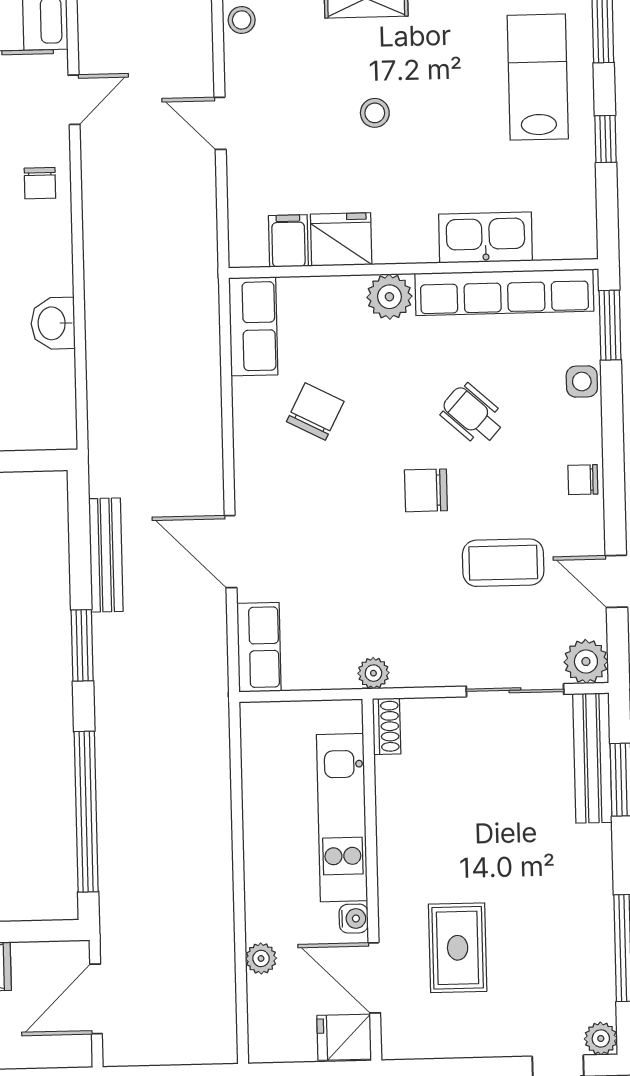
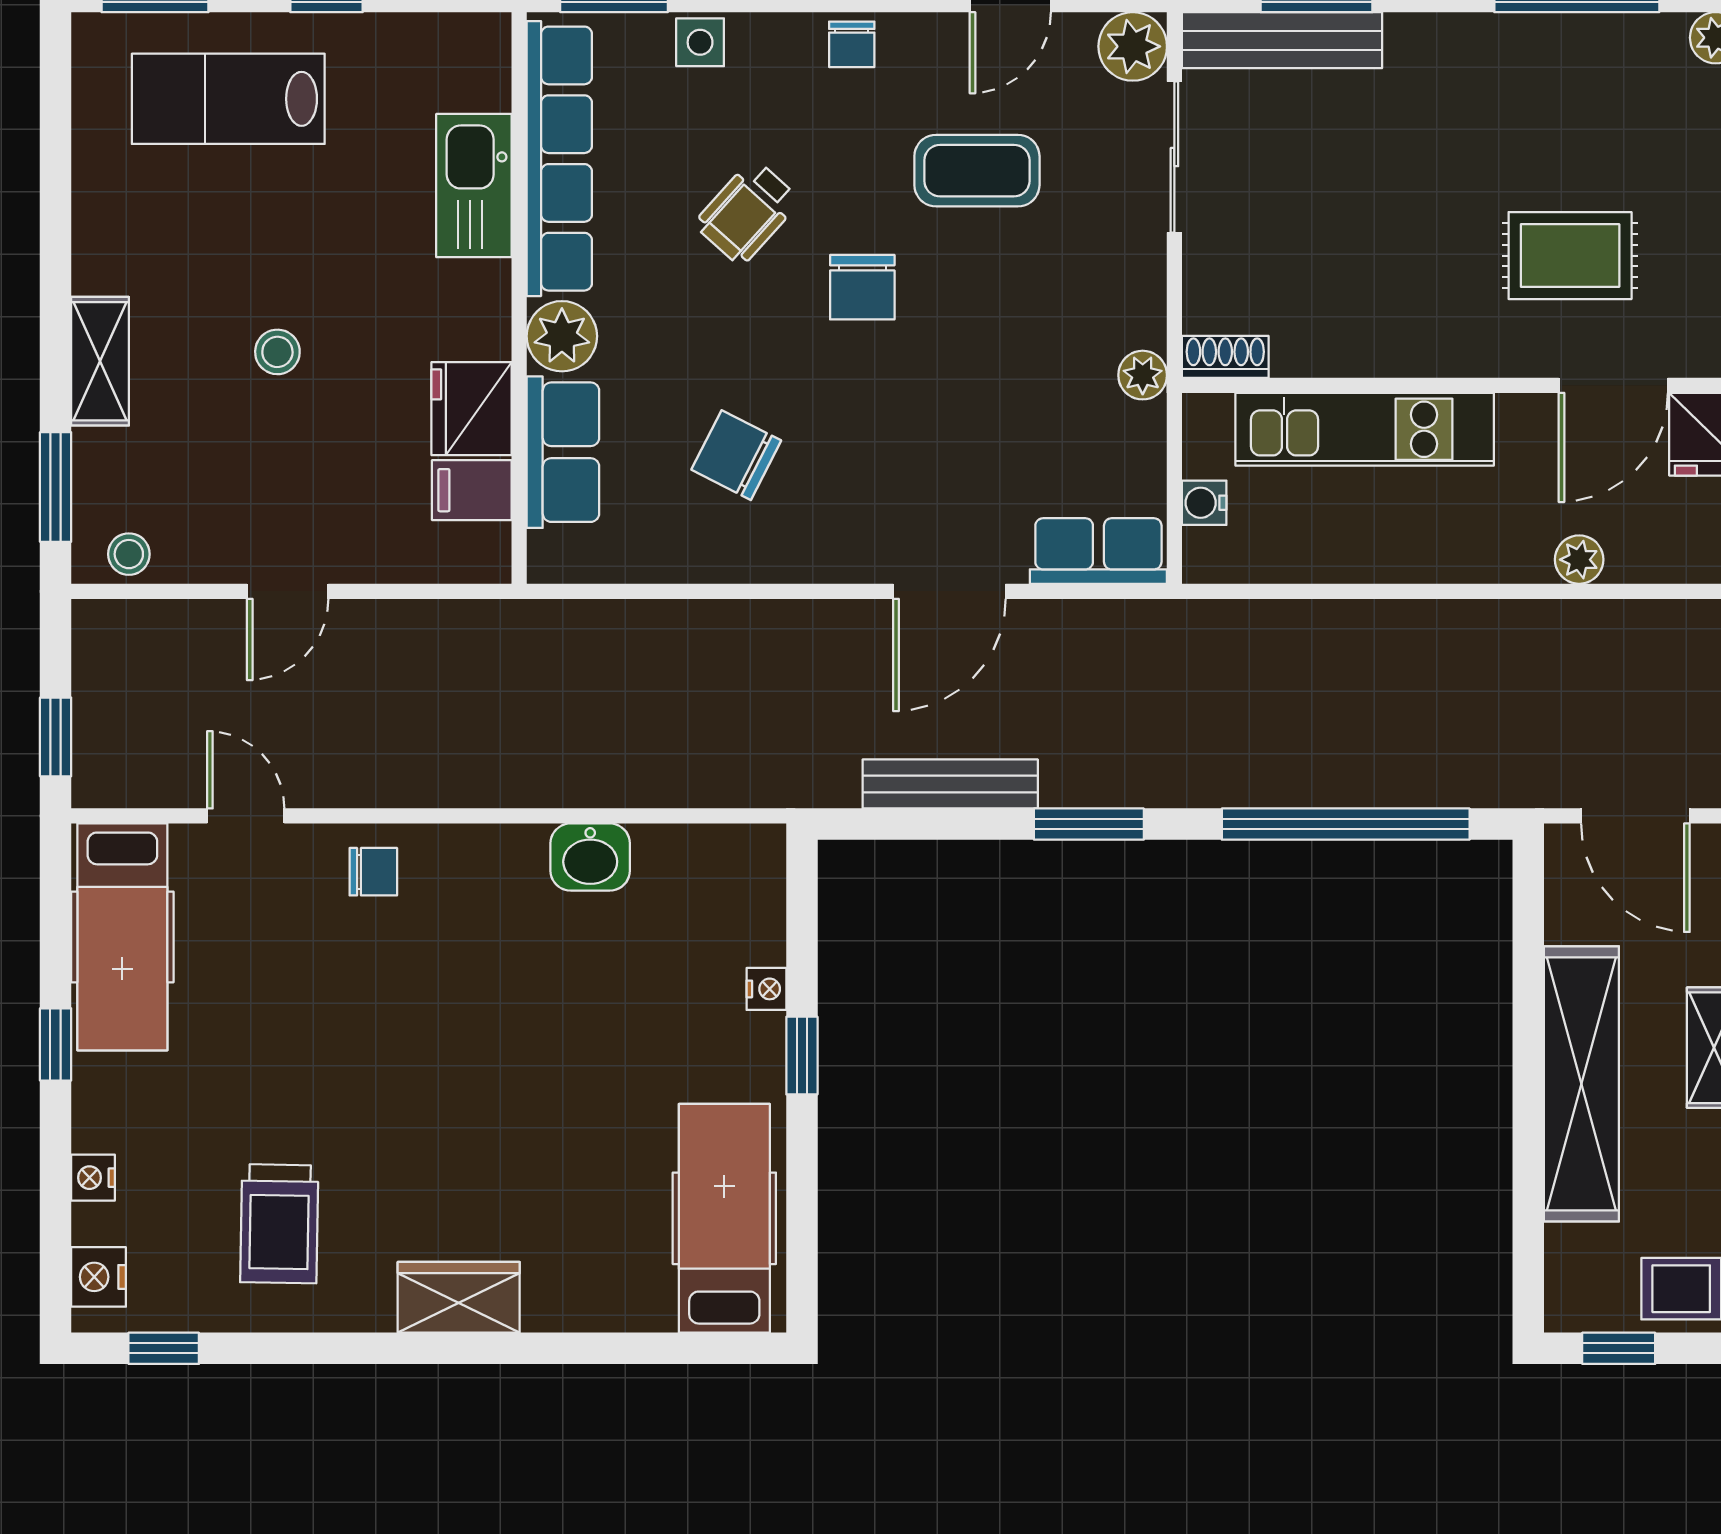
row of seats: (253, 326) -> (563, 452), moved, turned 90
coffee table: (503, 563) -> (977, 171), turned 90
water cooler: (354, 919) -> (1204, 503), moved, turned -90

